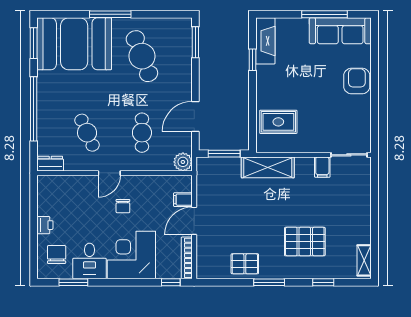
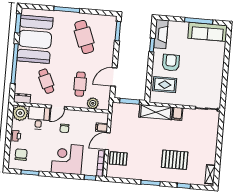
booth: (74, 44) -> (35, 39), moved, turned 90
armchair: (357, 81) -> (171, 63), moved
plant: (183, 162) -> (93, 103), moved
filing cabinet: (322, 167) -> (178, 114), moved
plant: (49, 188) -> (20, 113), added
desk: (89, 261) -> (39, 118), moved, turned 180
pallet: (245, 264) -> (118, 158), moved

